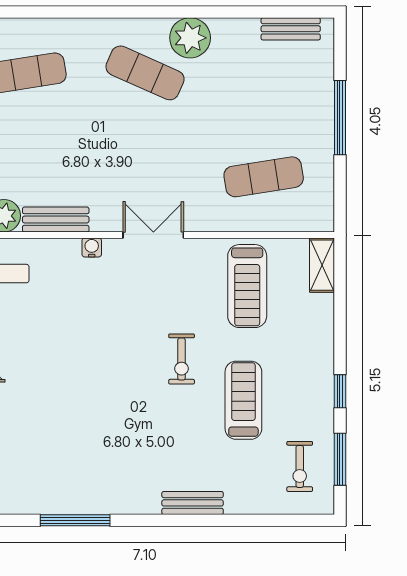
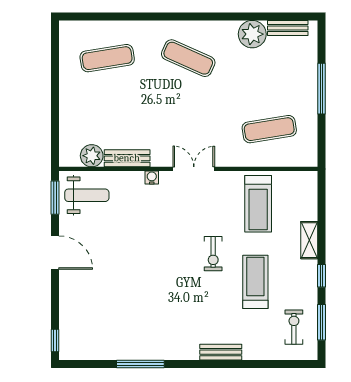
plant: (190, 38) -> (252, 34), moved
shelving: (322, 265) -> (309, 240), moved
exercise bike: (300, 466) -> (294, 327), turned 180

